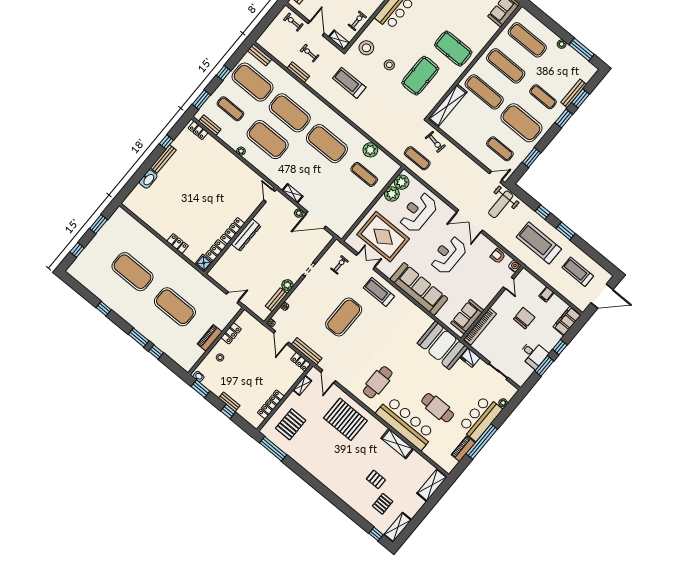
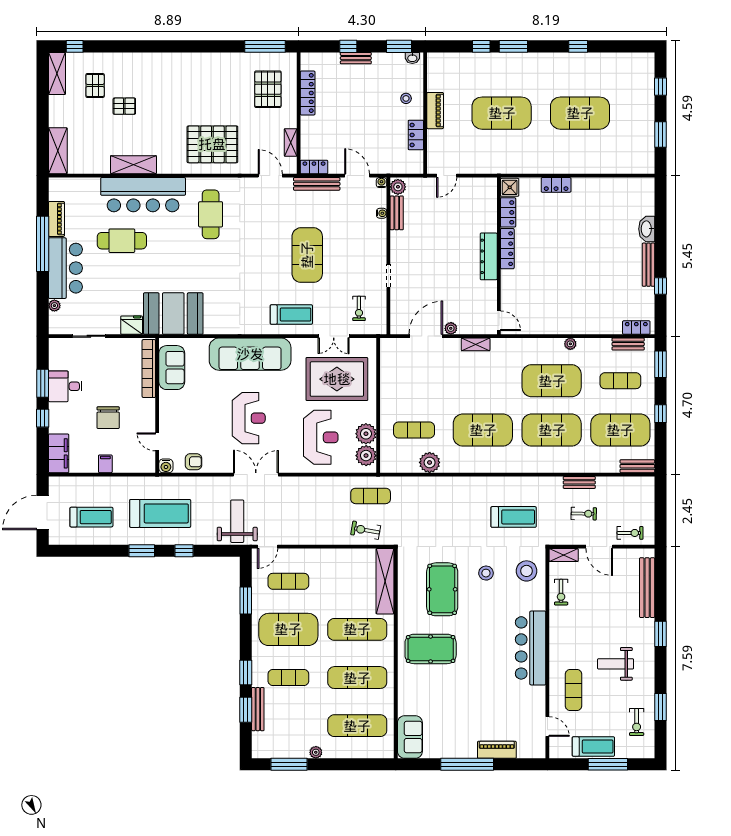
plant: (287, 285) -> (398, 187), moved

